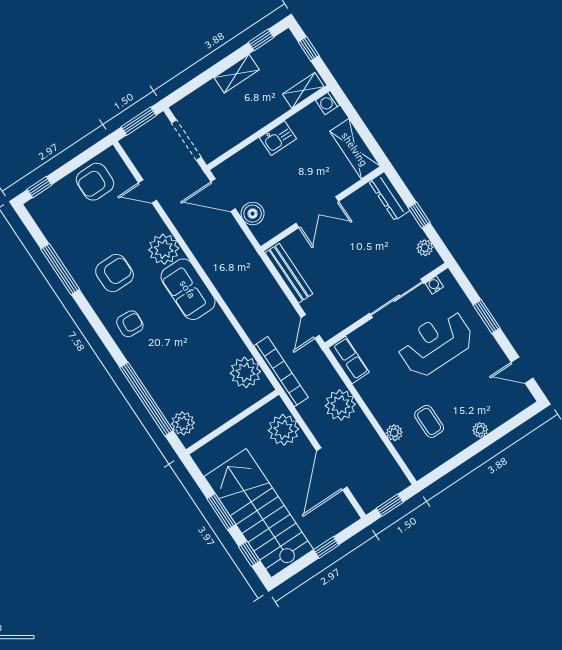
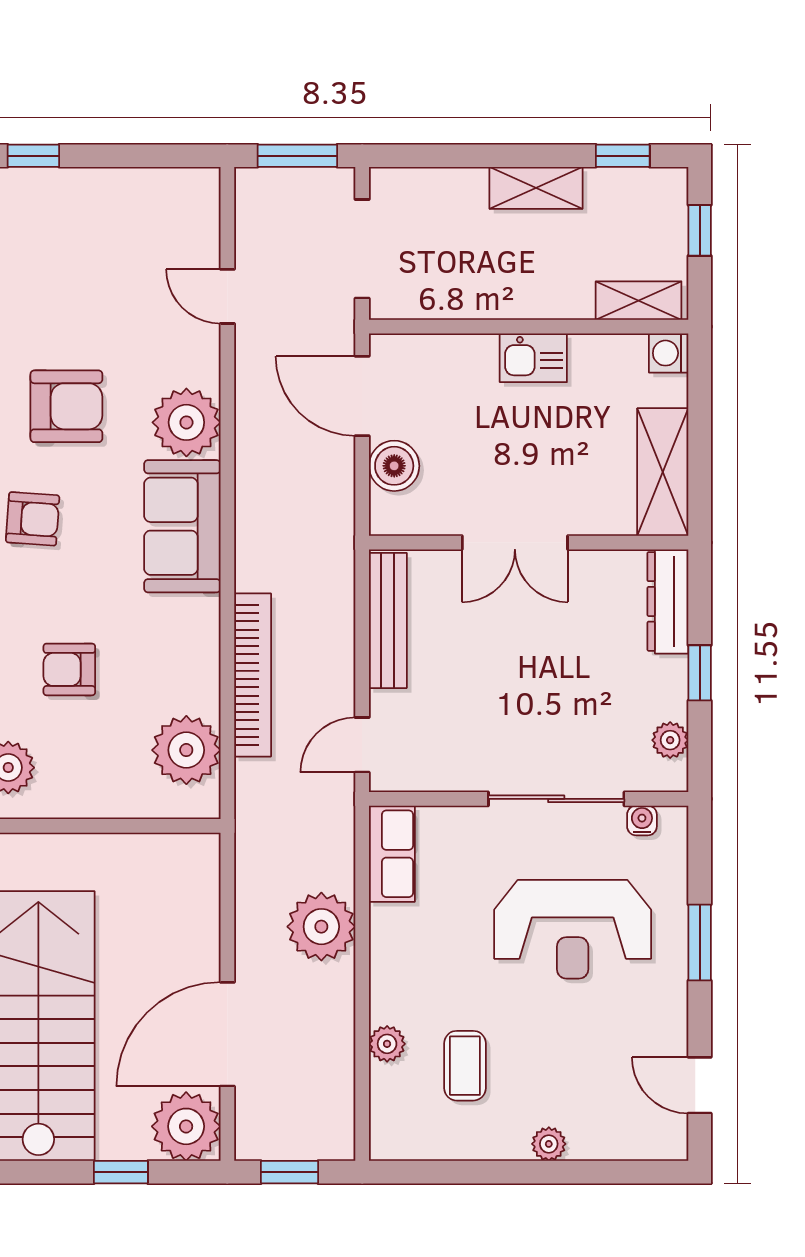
armchair: (95, 182) -> (69, 669), moved, width x0.72, depth x0.72
reception desk: (435, 343) -> (573, 929), turned 180
bookcase: (281, 372) -> (253, 675), moved
plant: (283, 430) -> (186, 1126), moved

